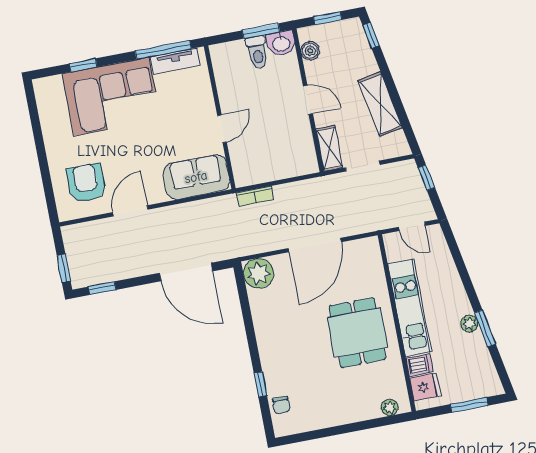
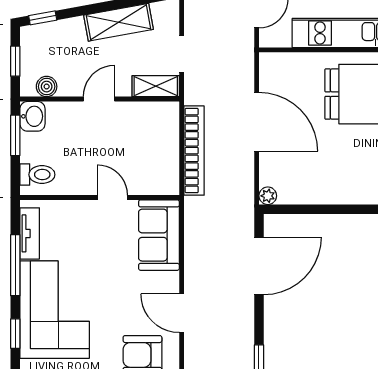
window: (163, 50) -> (15, 265), moved
toilet: (257, 52) -> (37, 175), moved
bookcase: (255, 196) -> (194, 151), width x2.31, depth x1.31
plant: (259, 273) -> (268, 196), width x0.53, depth x0.53

